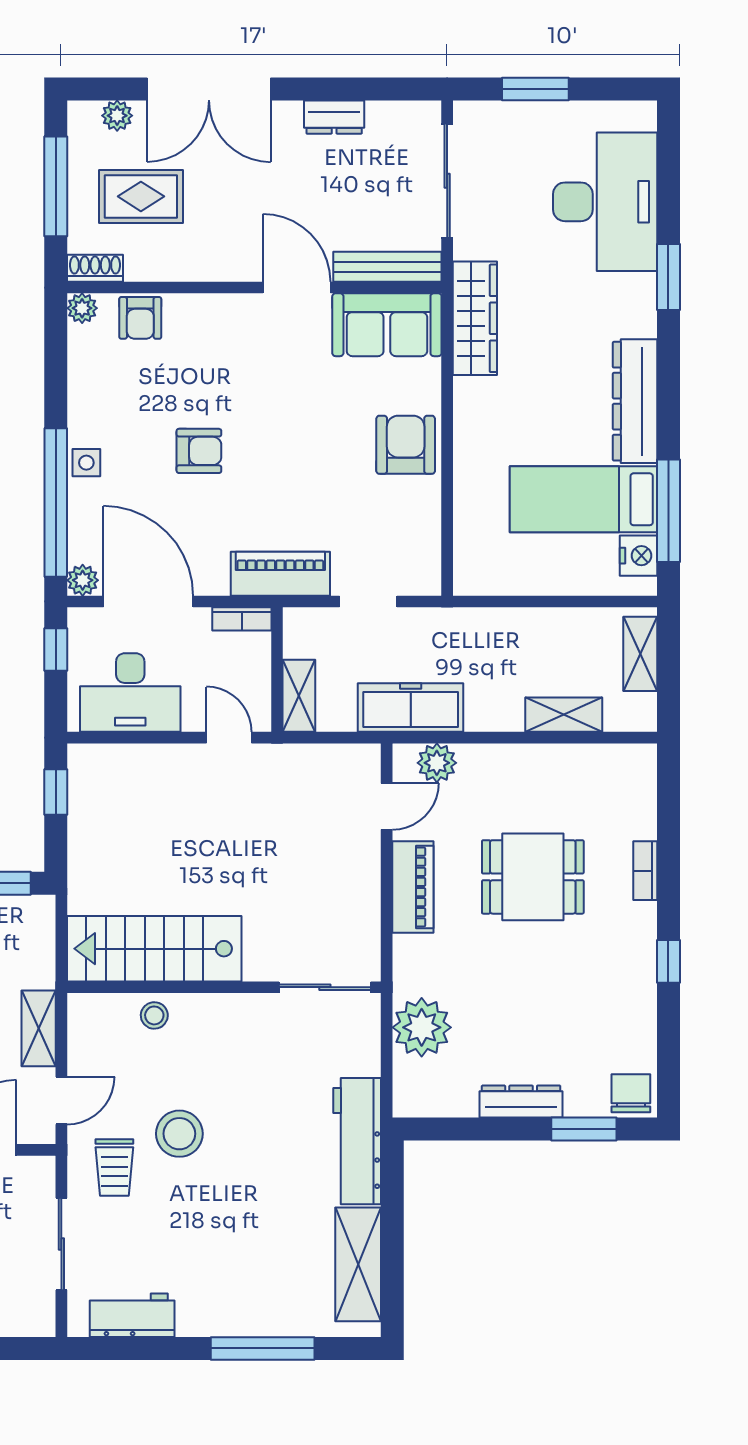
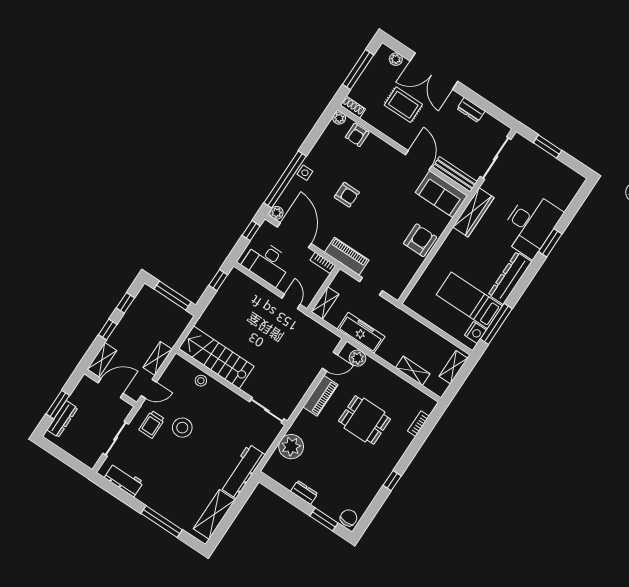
rug: (141, 196) -> (403, 105), moved
desk: (605, 202) -> (531, 224), moved
bookcase: (645, 871) -> (418, 424), moved
dresser: (521, 1102) -> (304, 492), width x0.70

